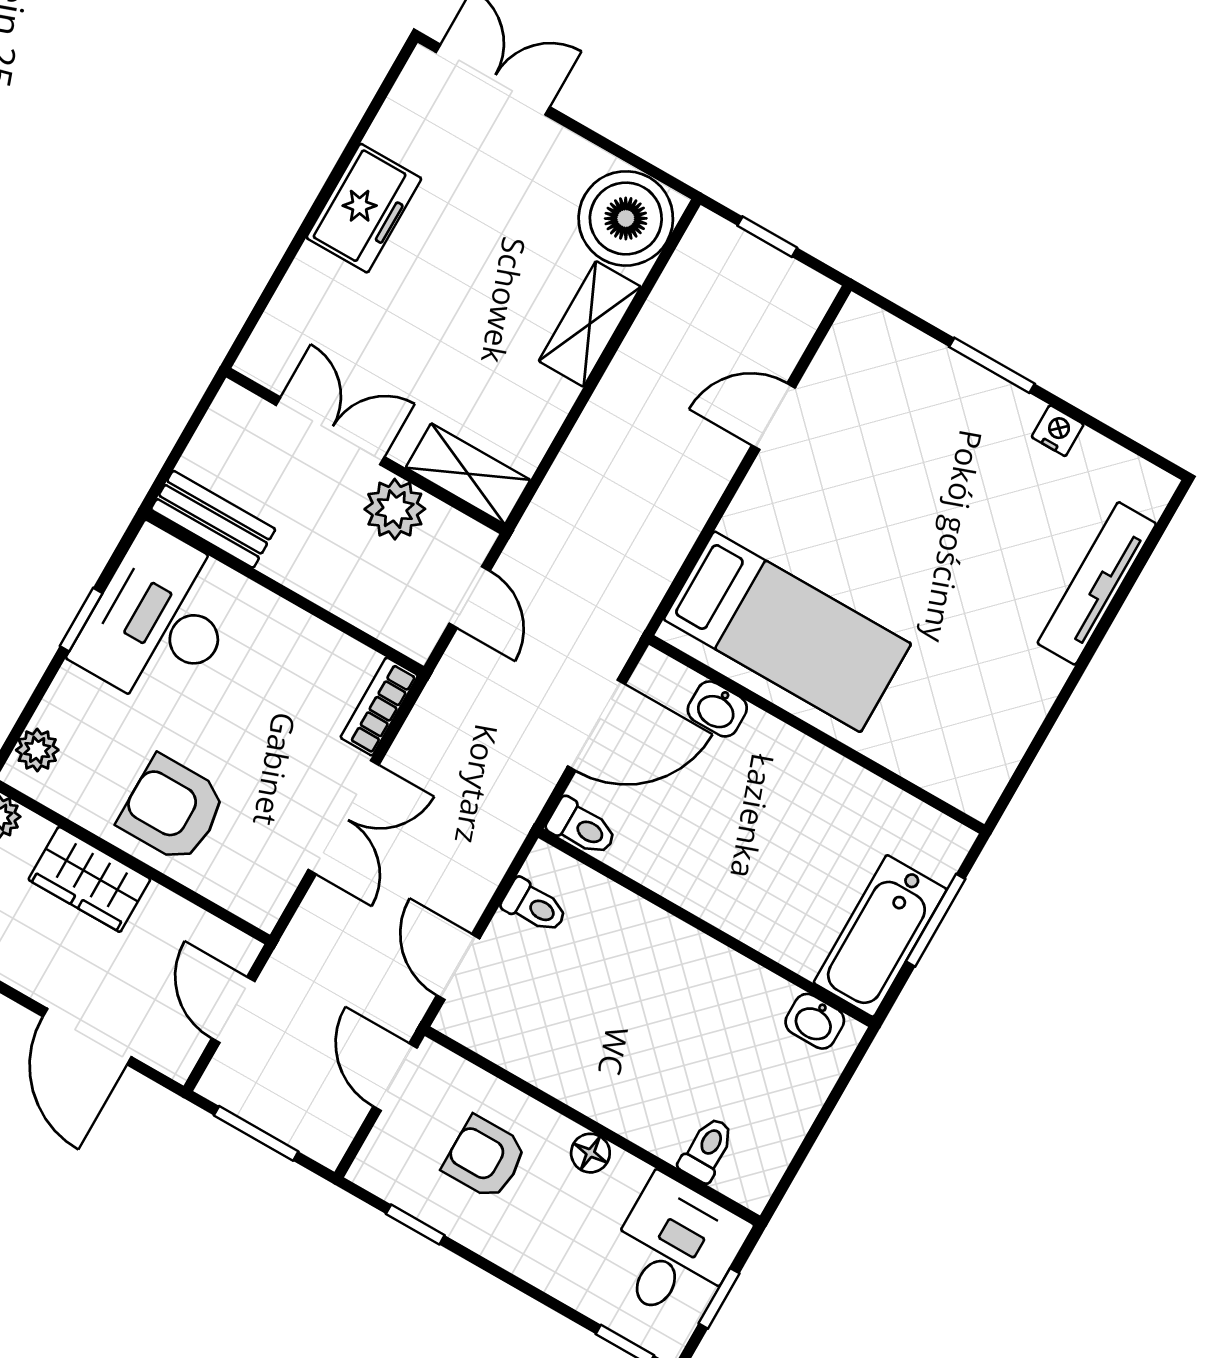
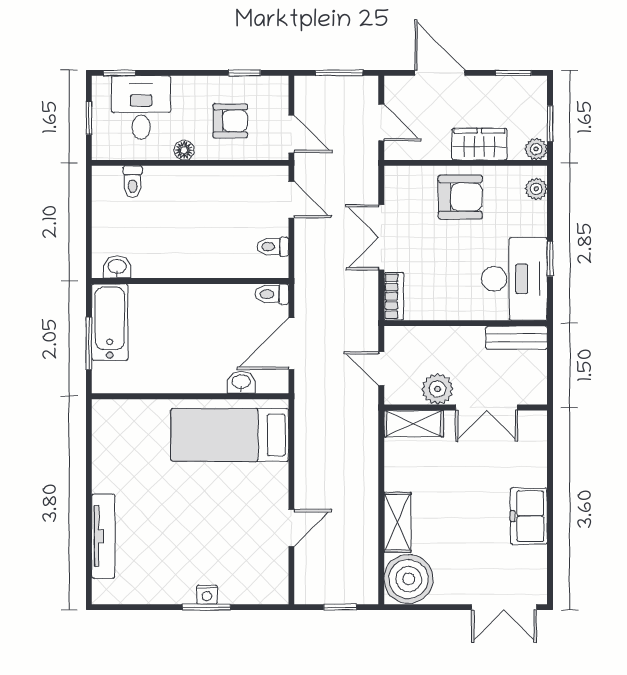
nightstand: (1058, 431) -> (207, 595), moved
desk: (675, 1250) -> (141, 108), moved, turned 180

